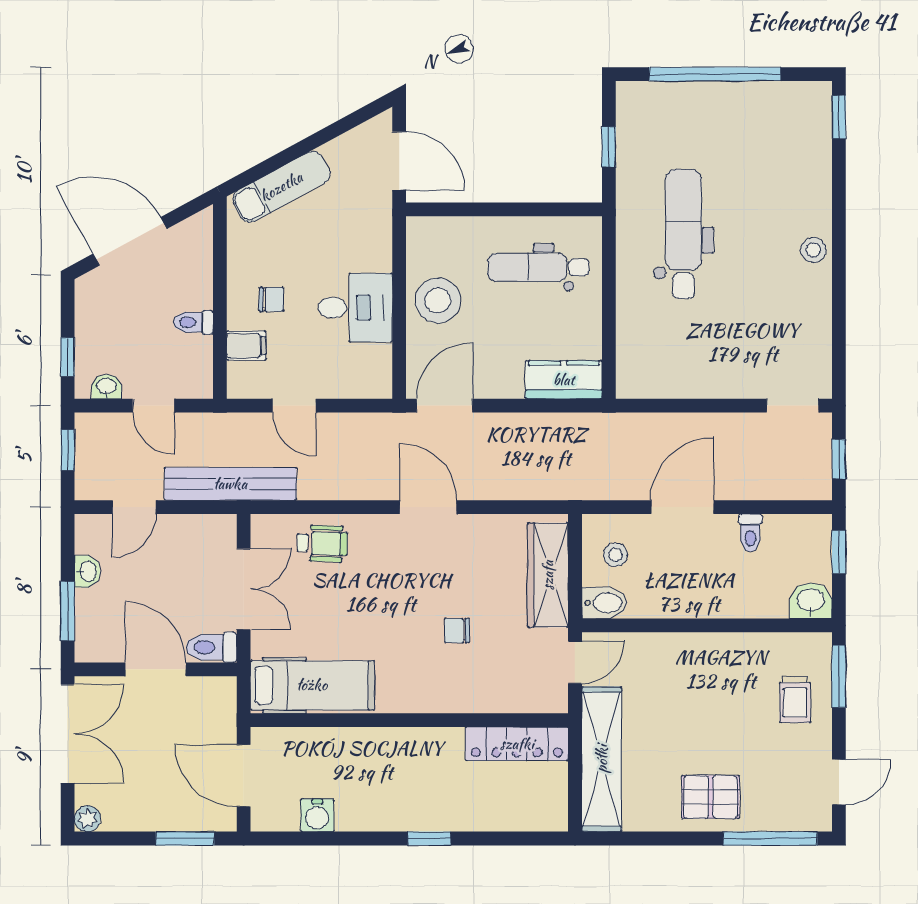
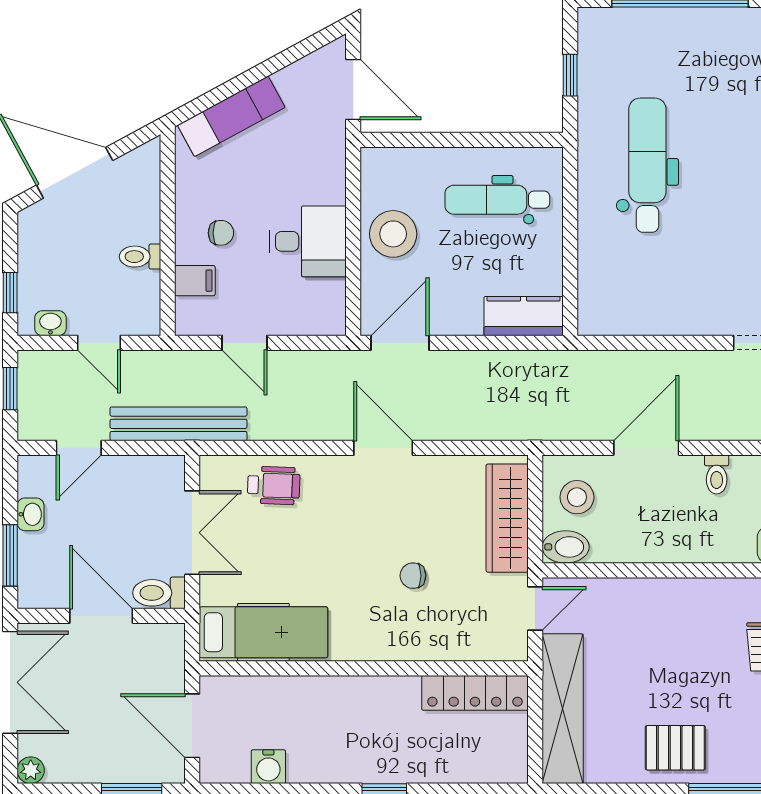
stool: (615, 555) -> (577, 497), width x1.37, depth x1.37

